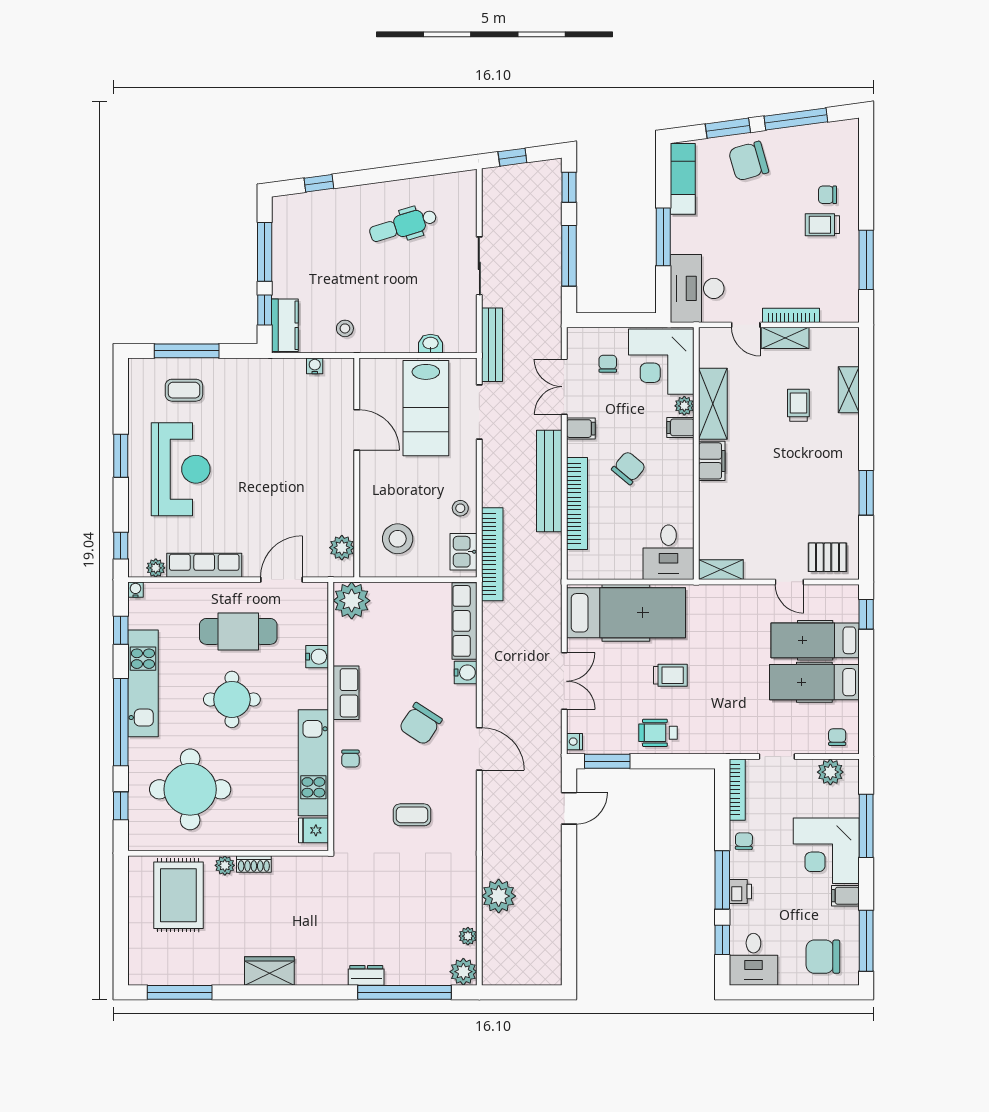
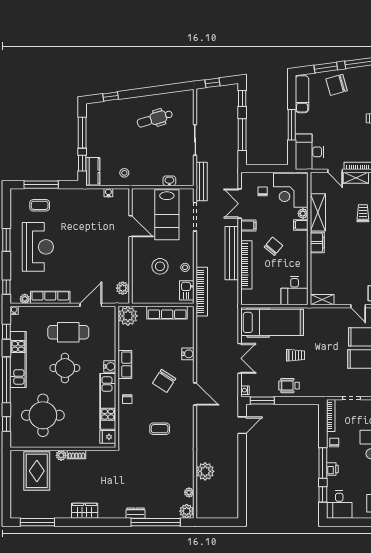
stool: (398, 539) -> (160, 266), moved
row of seats: (465, 621) -> (167, 313), moved, turned -90
water cooler: (317, 657) -> (110, 366), moved

